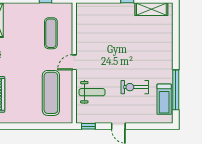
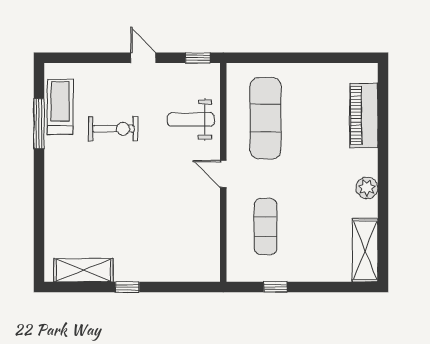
door: (74, 62) -> (223, 174), swing flipped
window: (176, 90) -> (39, 124), width x0.68

